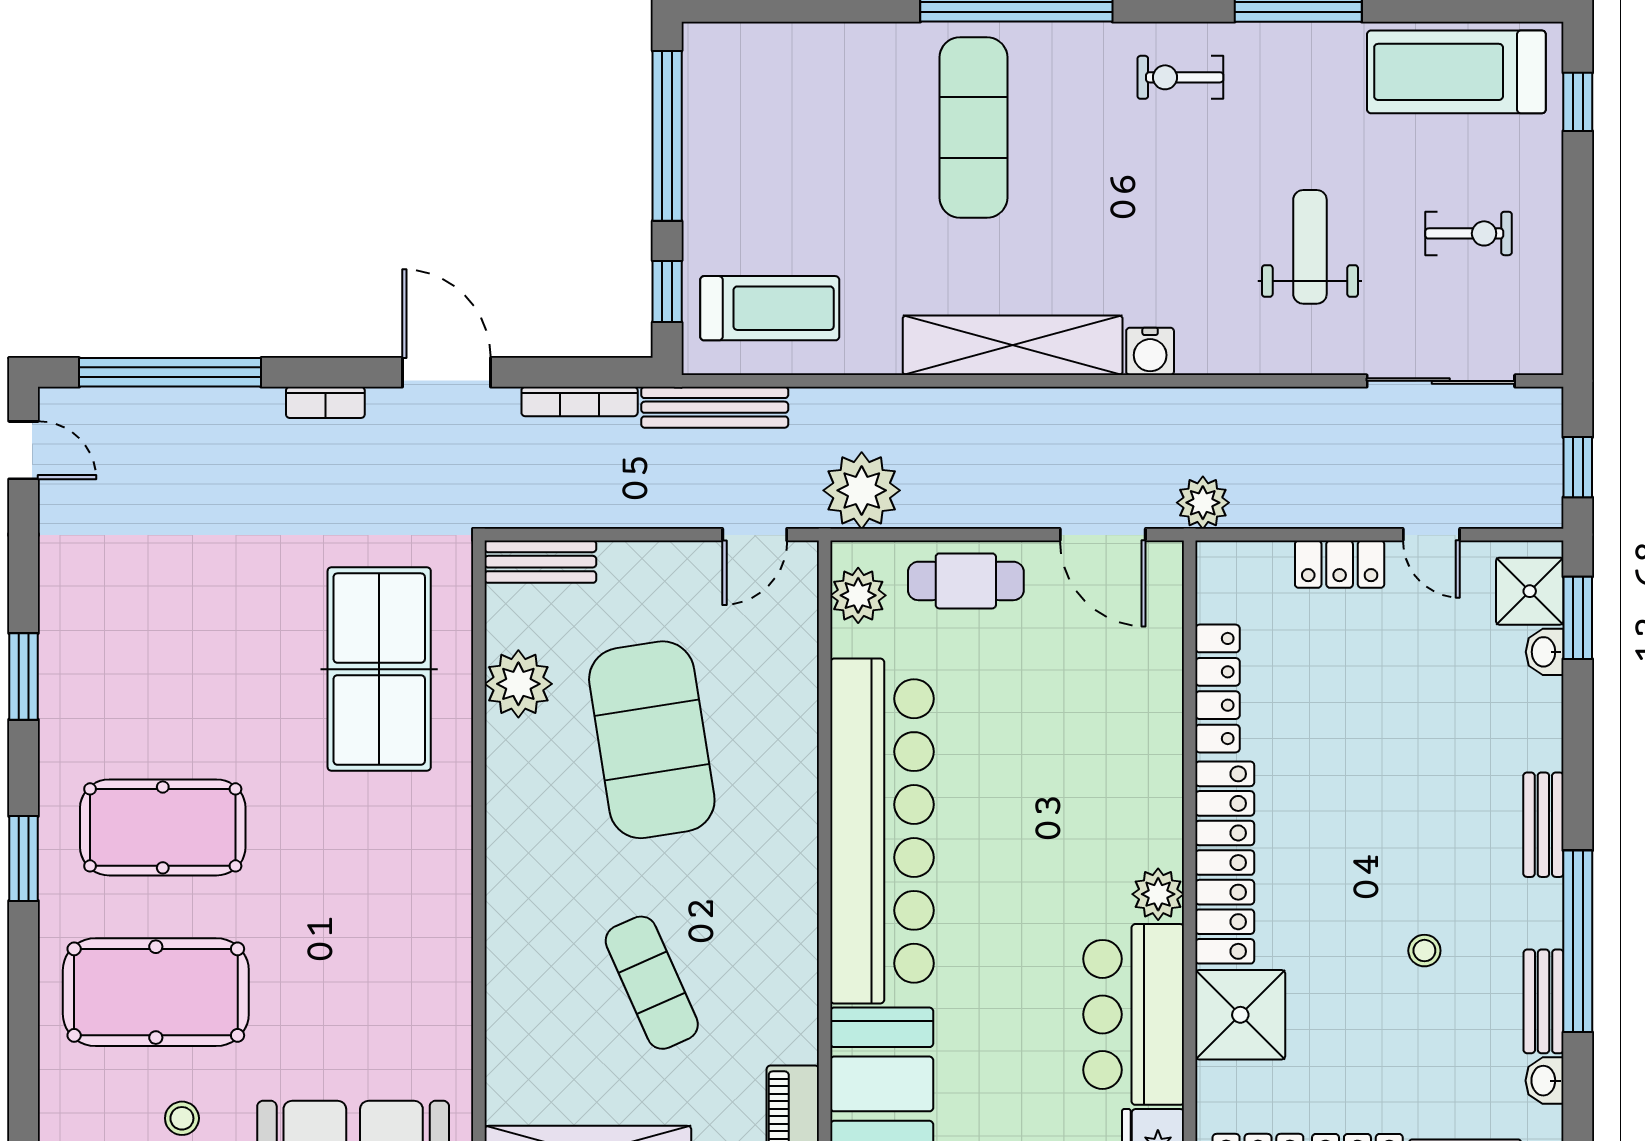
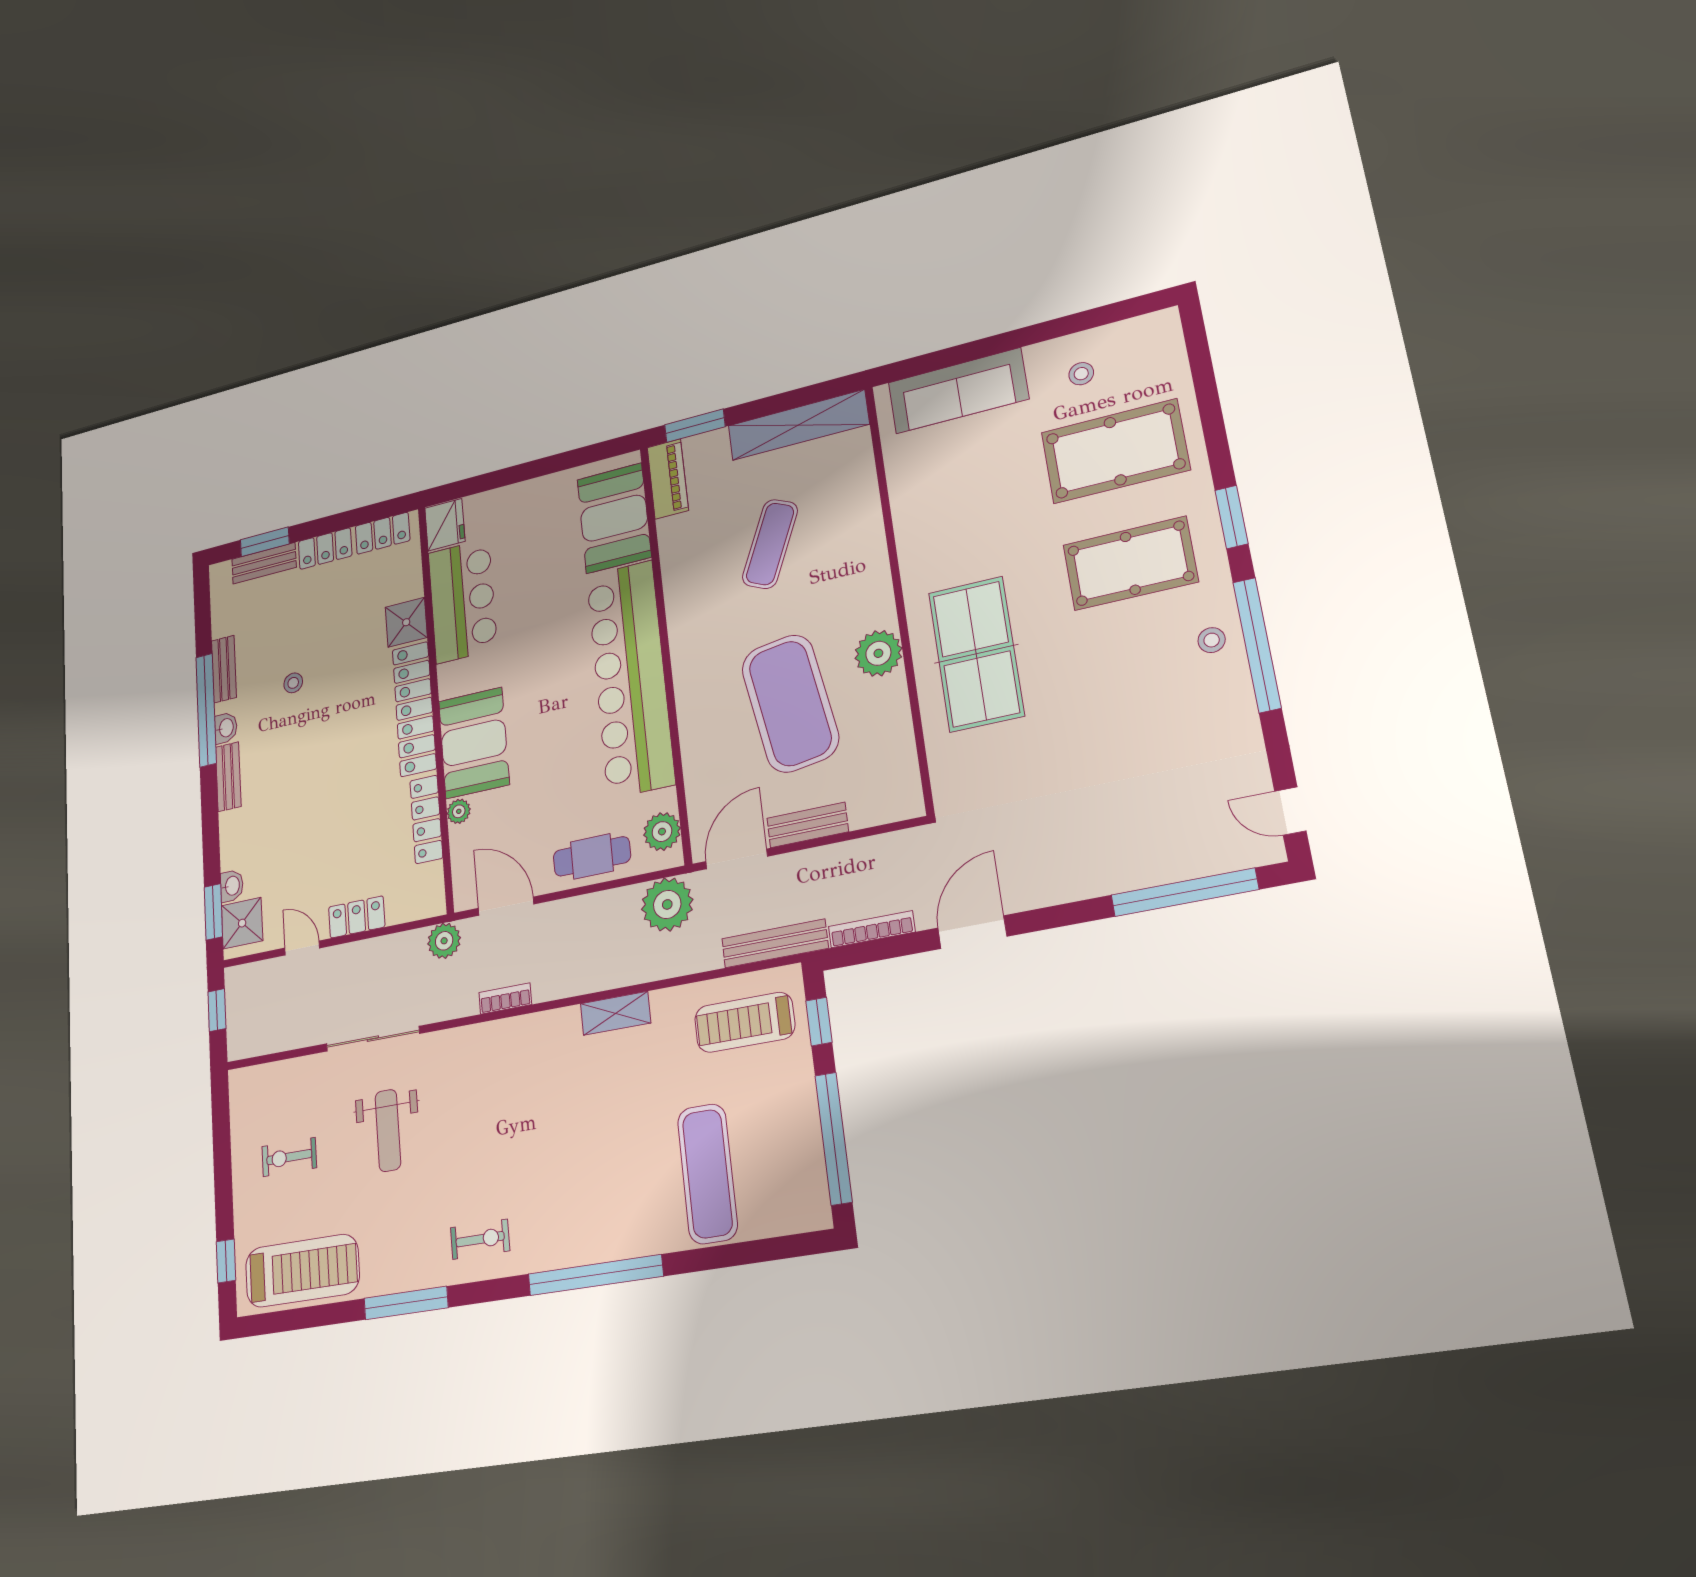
exercise mat: (973, 127) -> (707, 1174), moved
shelving: (1013, 345) -> (616, 1013), width x0.45, depth x0.75
water cooler: (1150, 351) -> (485, 1038), removed
door: (446, 372) -> (972, 932), swing flipped
sliding door: (1441, 381) -> (373, 1039), moved
bookcase: (325, 402) -> (505, 999), moved
door: (755, 535) -> (737, 859), width x1.38
bench: (540, 562) -> (808, 825), moved
table tennis table: (379, 669) -> (976, 654), moved
window: (24, 676) -> (1257, 645), width x2.11
plant: (518, 684) -> (878, 653), moved
stool: (78, 696) -> (1212, 640), added
booth: (1133, 788) -> (474, 743), added
plant: (1158, 894) -> (459, 811), moved, width x0.73, depth x0.73
exercise mat: (652, 983) -> (770, 544), turned 48
shower: (1240, 1015) -> (406, 622), width x0.73, depth x0.73
washbasin: (1544, 1081) -> (226, 728), moved

